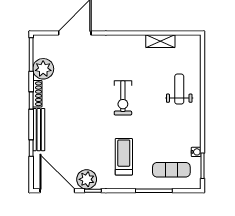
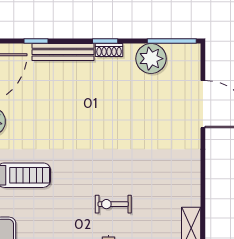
shoe rack: (37, 94) -> (109, 50), width x0.70
exercise bike: (123, 98) -> (113, 204), moved, width x0.73, depth x0.72

